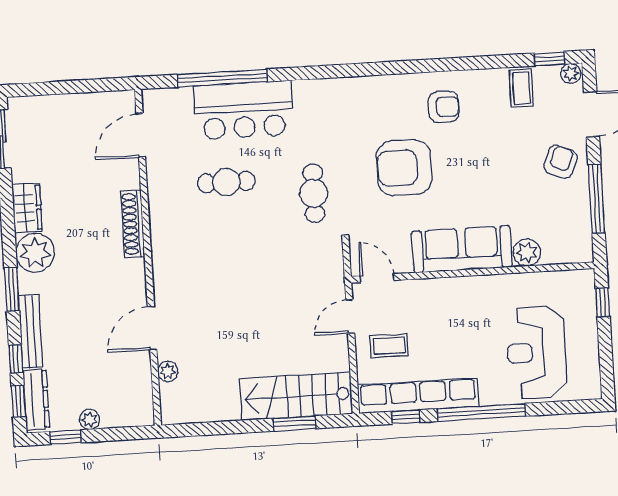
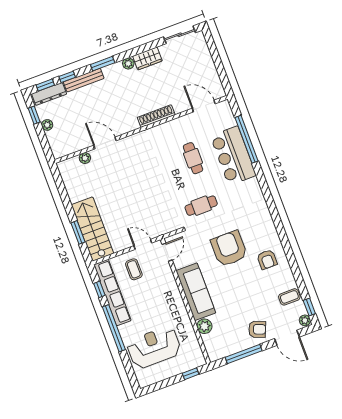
plant: (35, 253) -> (128, 63), width x0.53, depth x0.53

